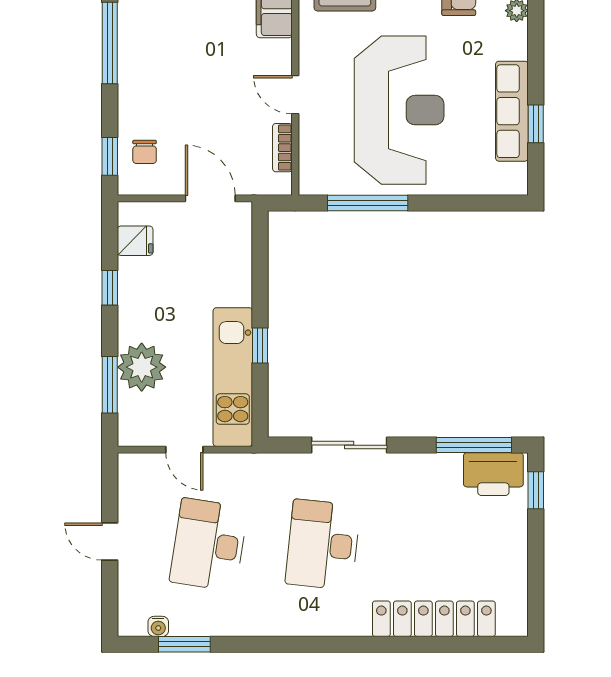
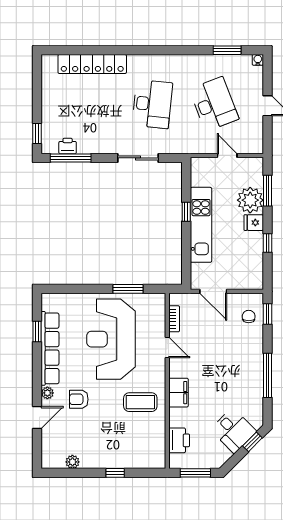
row of seats: (512, 111) -> (50, 348), width x1.36
window: (368, 203) -> (128, 289), width x0.69
fridge: (135, 241) -> (254, 223), moved
kitchen unit: (233, 377) -> (201, 225), moved
printer: (493, 474) -> (68, 146), width x0.53, depth x0.68
desk: (209, 545) -> (214, 104), turned -30
water cooler: (158, 626) -> (258, 60), moved

